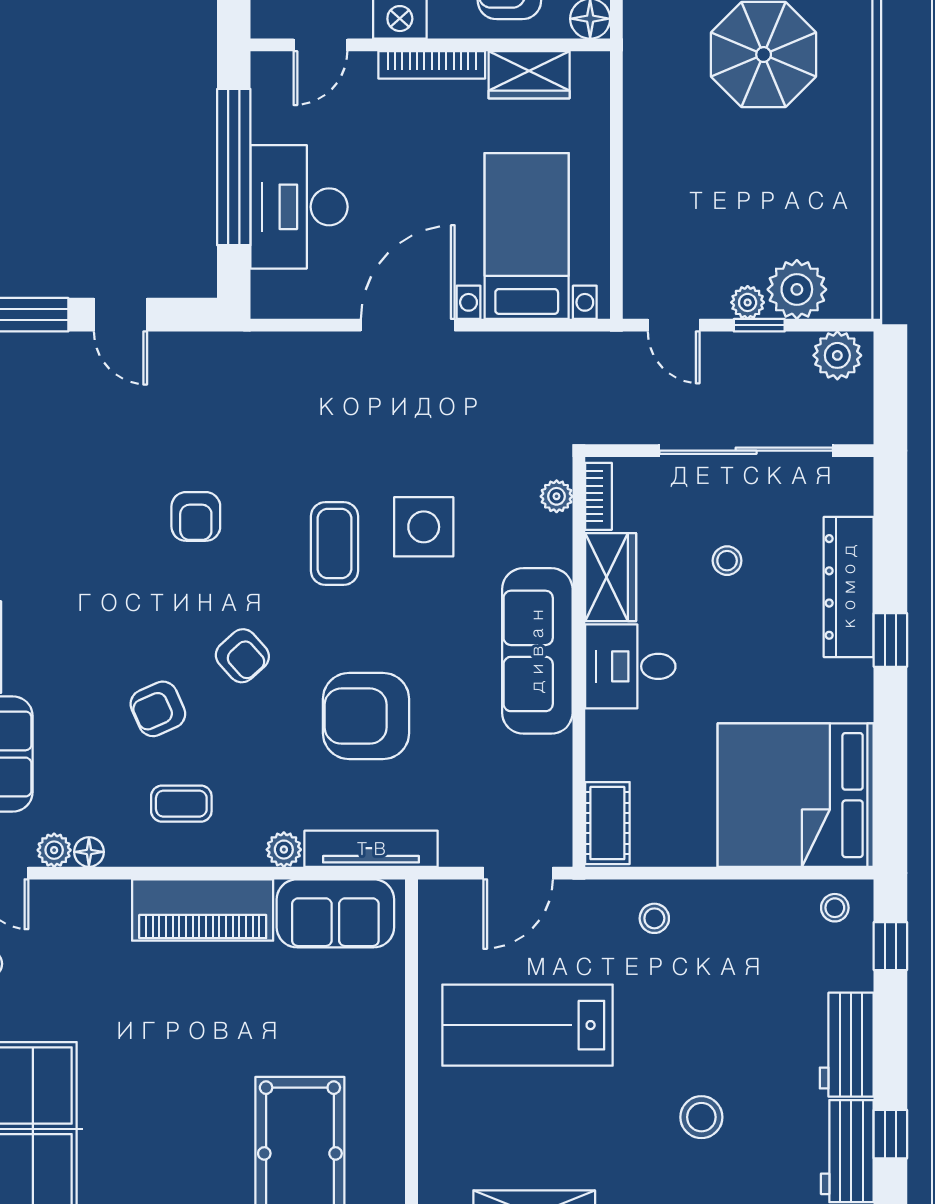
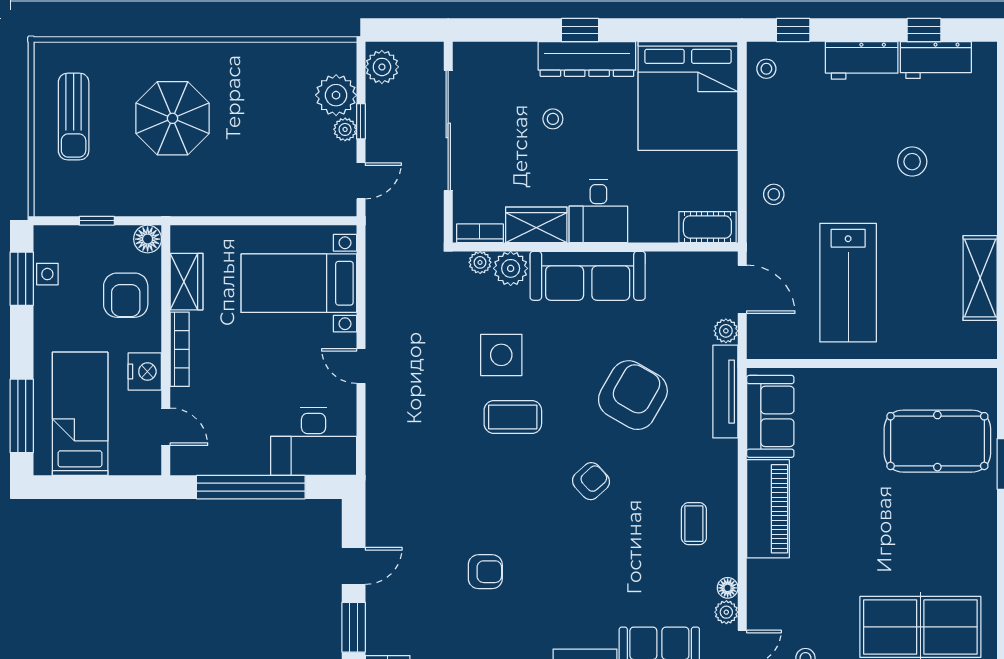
desk: (299, 207) -> (314, 442), moved
door: (408, 325) -> (361, 366), width x0.53
armchair: (196, 516) -> (485, 572), moved
plant: (548, 540) -> (511, 268), added
stool: (727, 561) -> (553, 119), moved
dresser: (849, 587) -> (587, 59), moved
armchair: (158, 709) -> (628, 540), removed
armchair: (366, 716) -> (633, 395), turned -150
plant: (284, 850) -> (726, 331), moved

